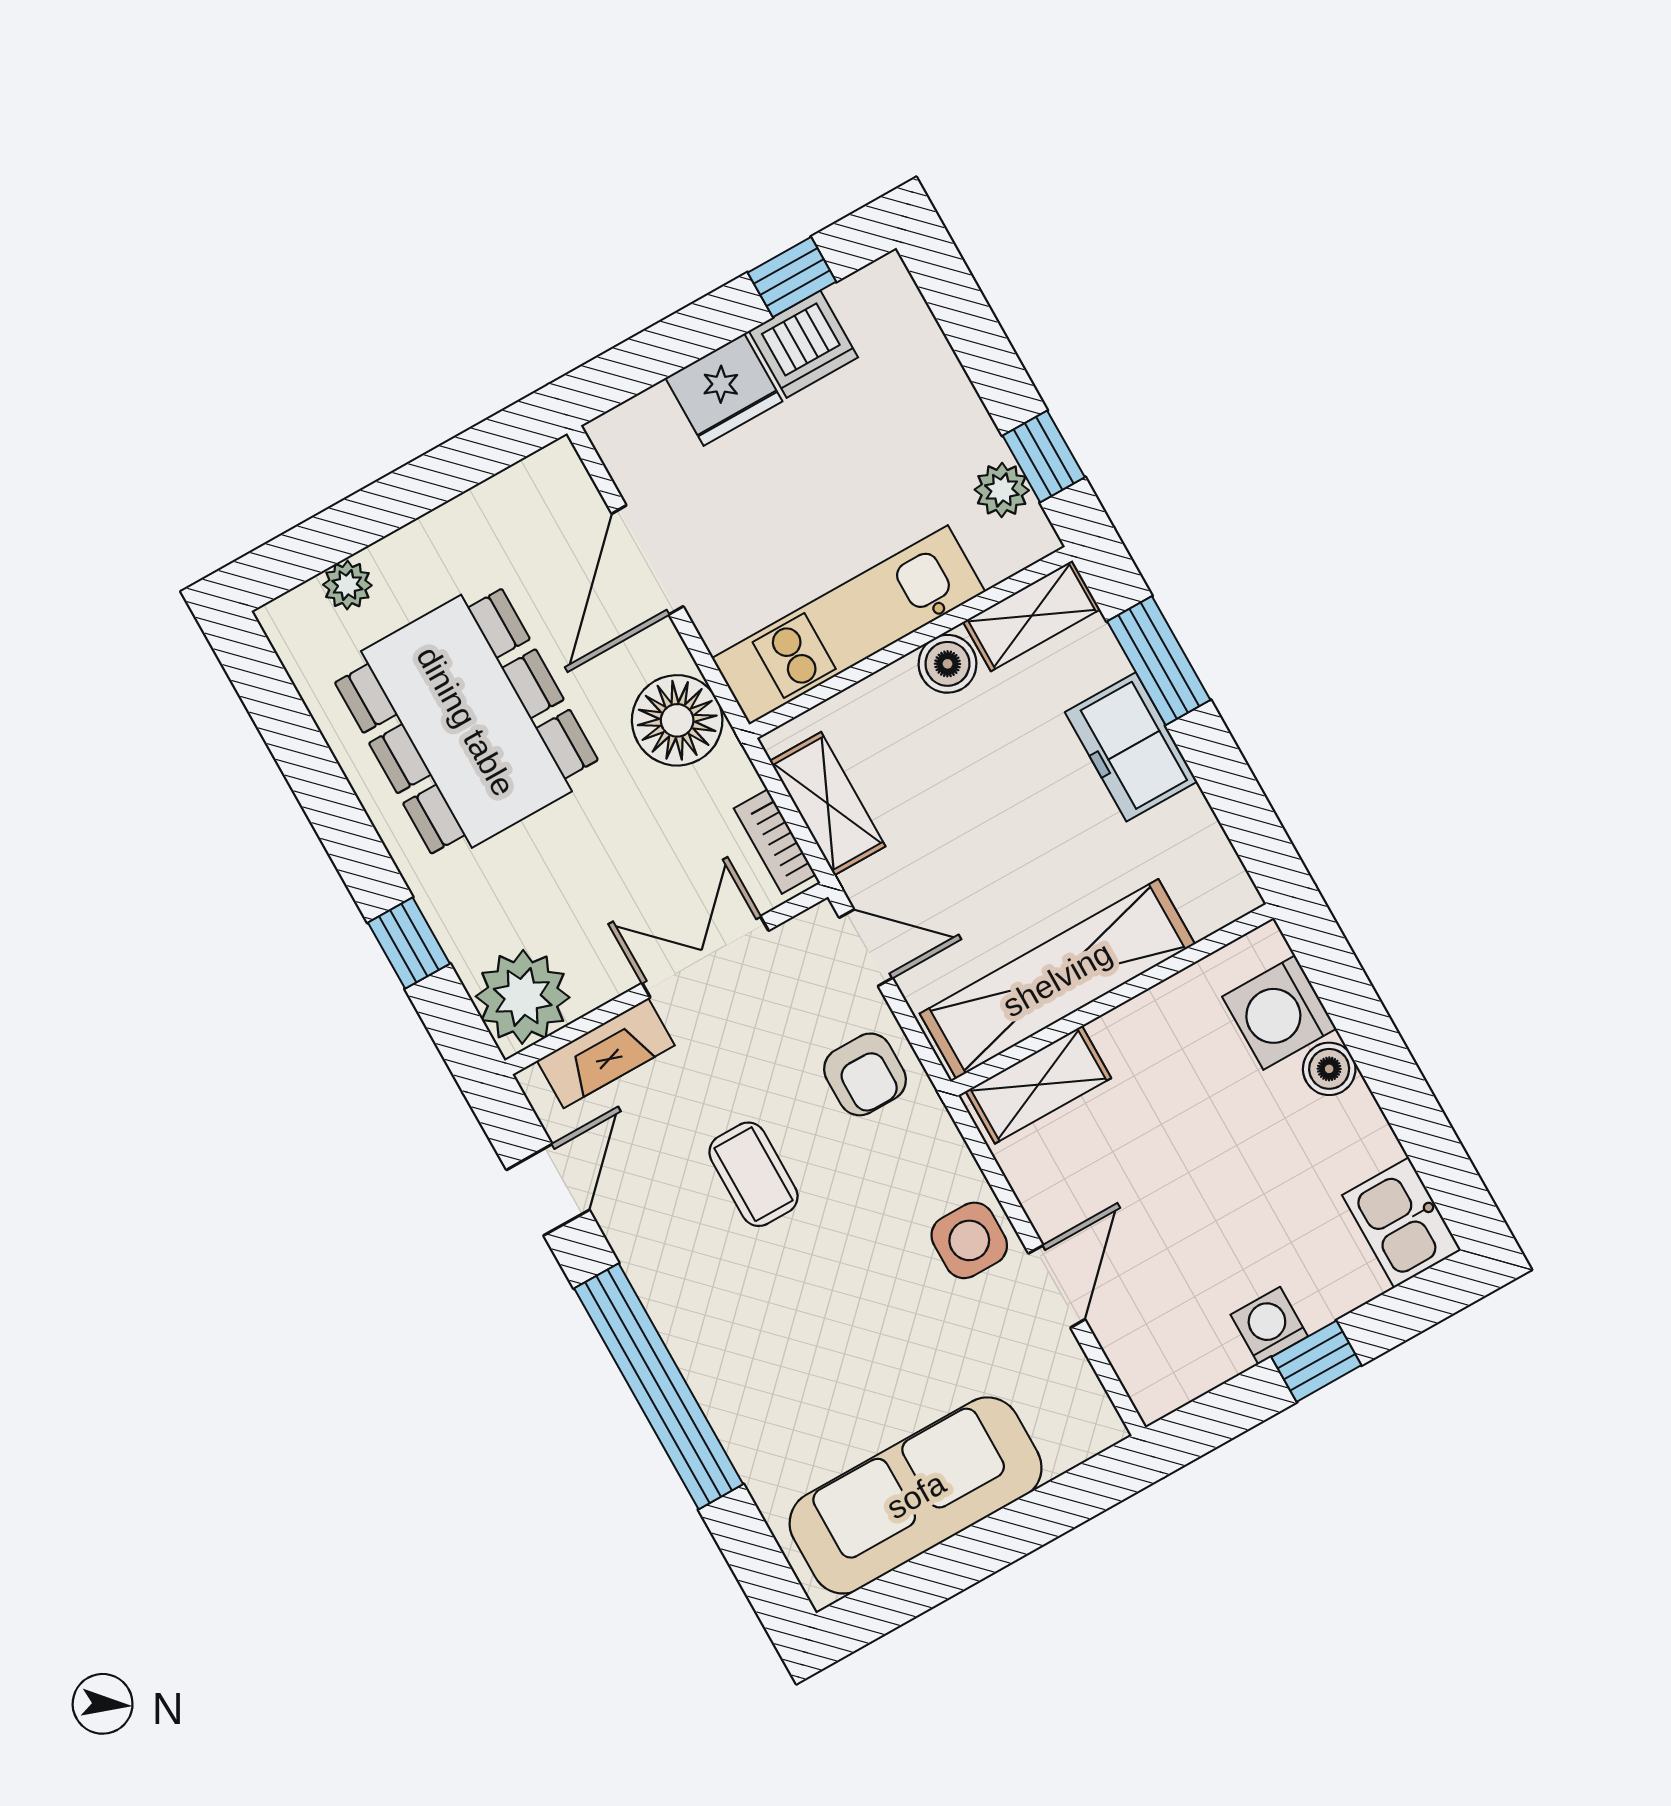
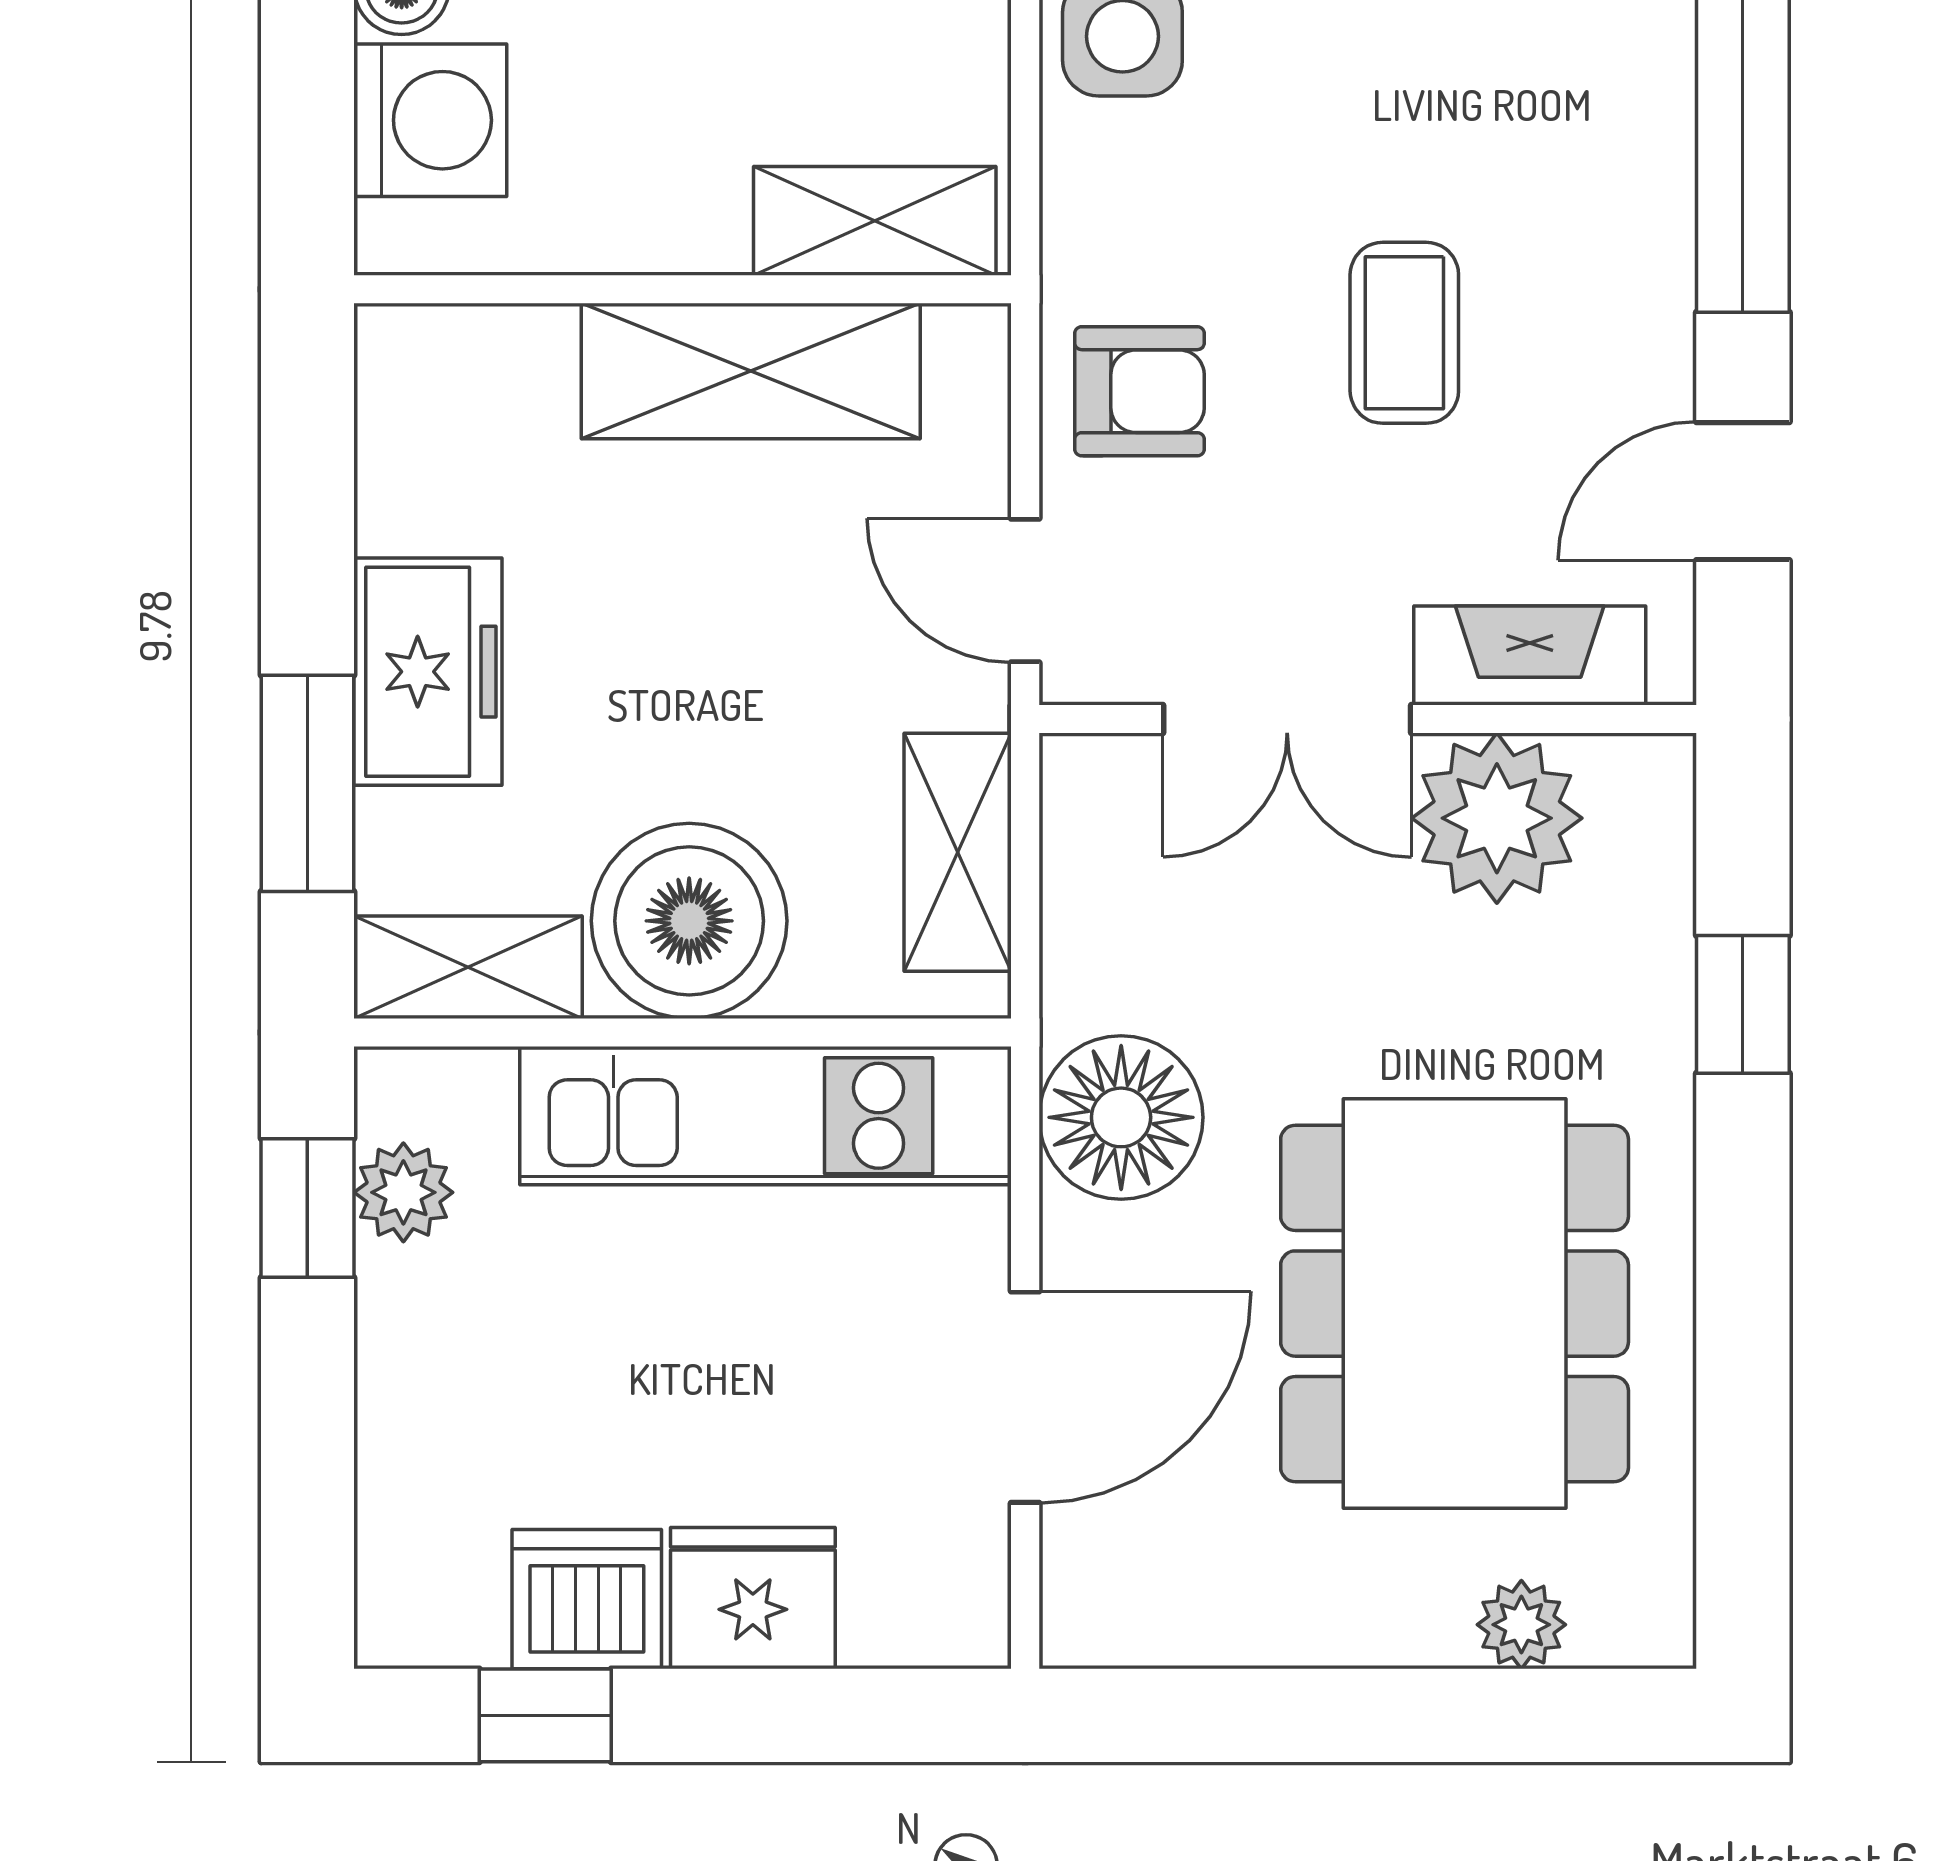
boiler: (947, 664) -> (689, 921), width x1.86, depth x1.86
bookcase: (775, 842) -> (1075, 839), removed
shelving: (1057, 979) -> (751, 371), width x0.68
plant: (523, 997) -> (1497, 818), moved
armchair: (865, 1074) -> (1139, 391), turned 90

